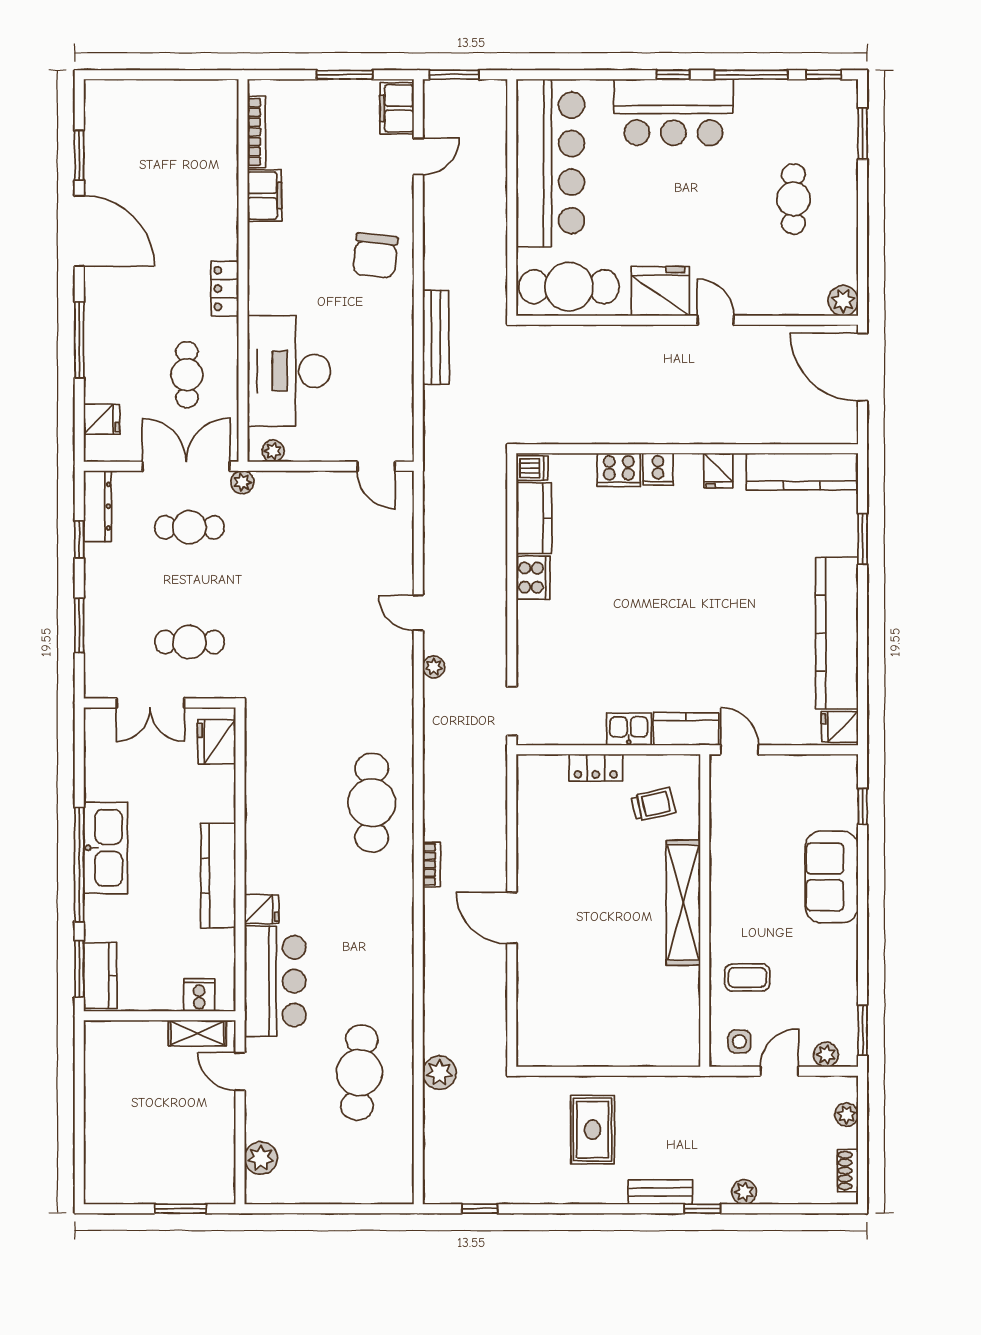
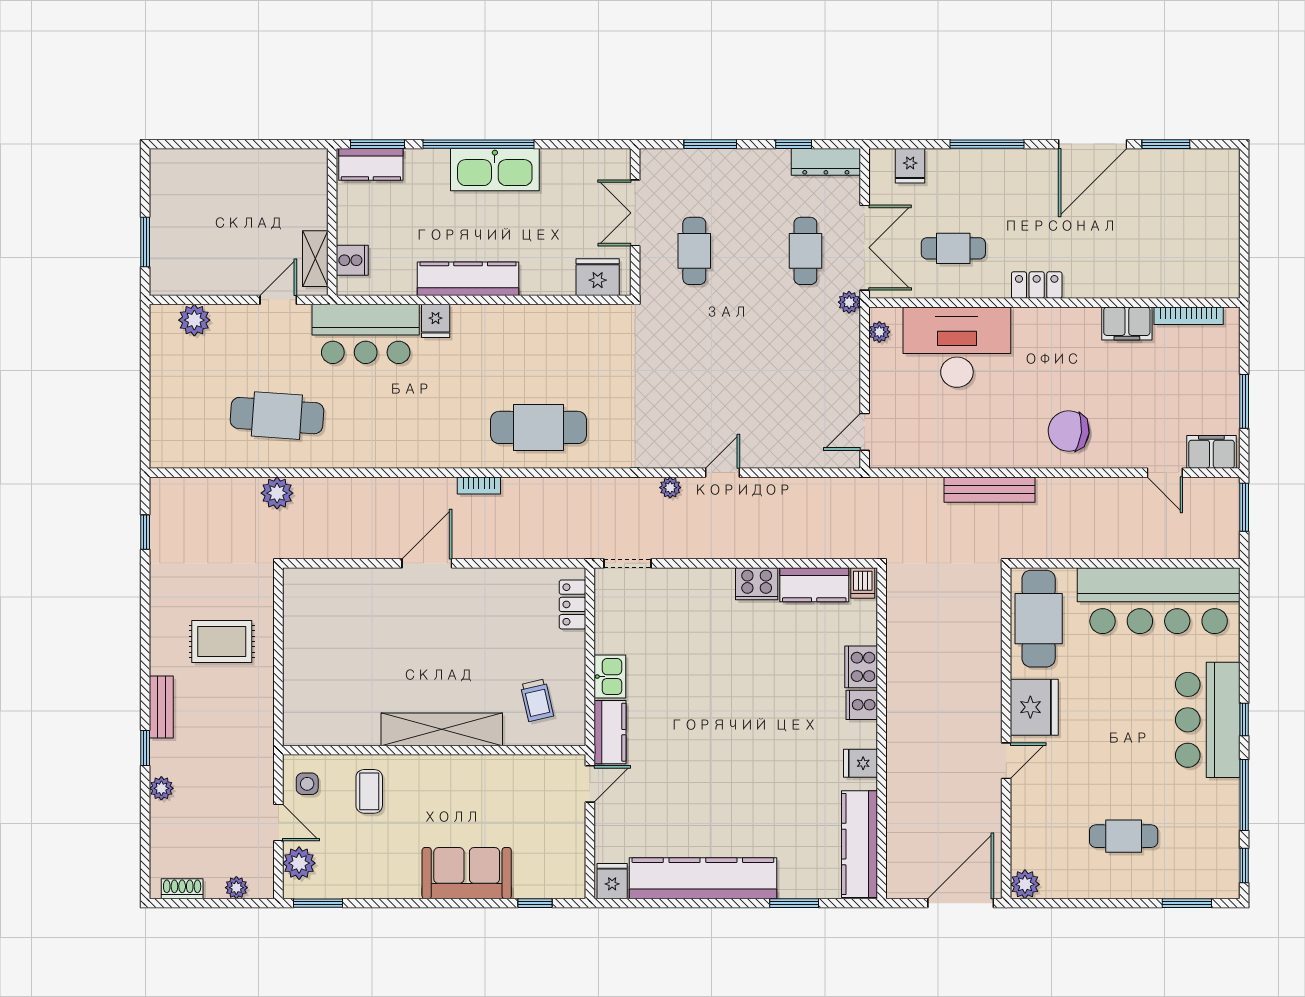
locker: (596, 768) -> (572, 604), moved
plant: (826, 1055) -> (299, 863), width x1.38, depth x1.38

